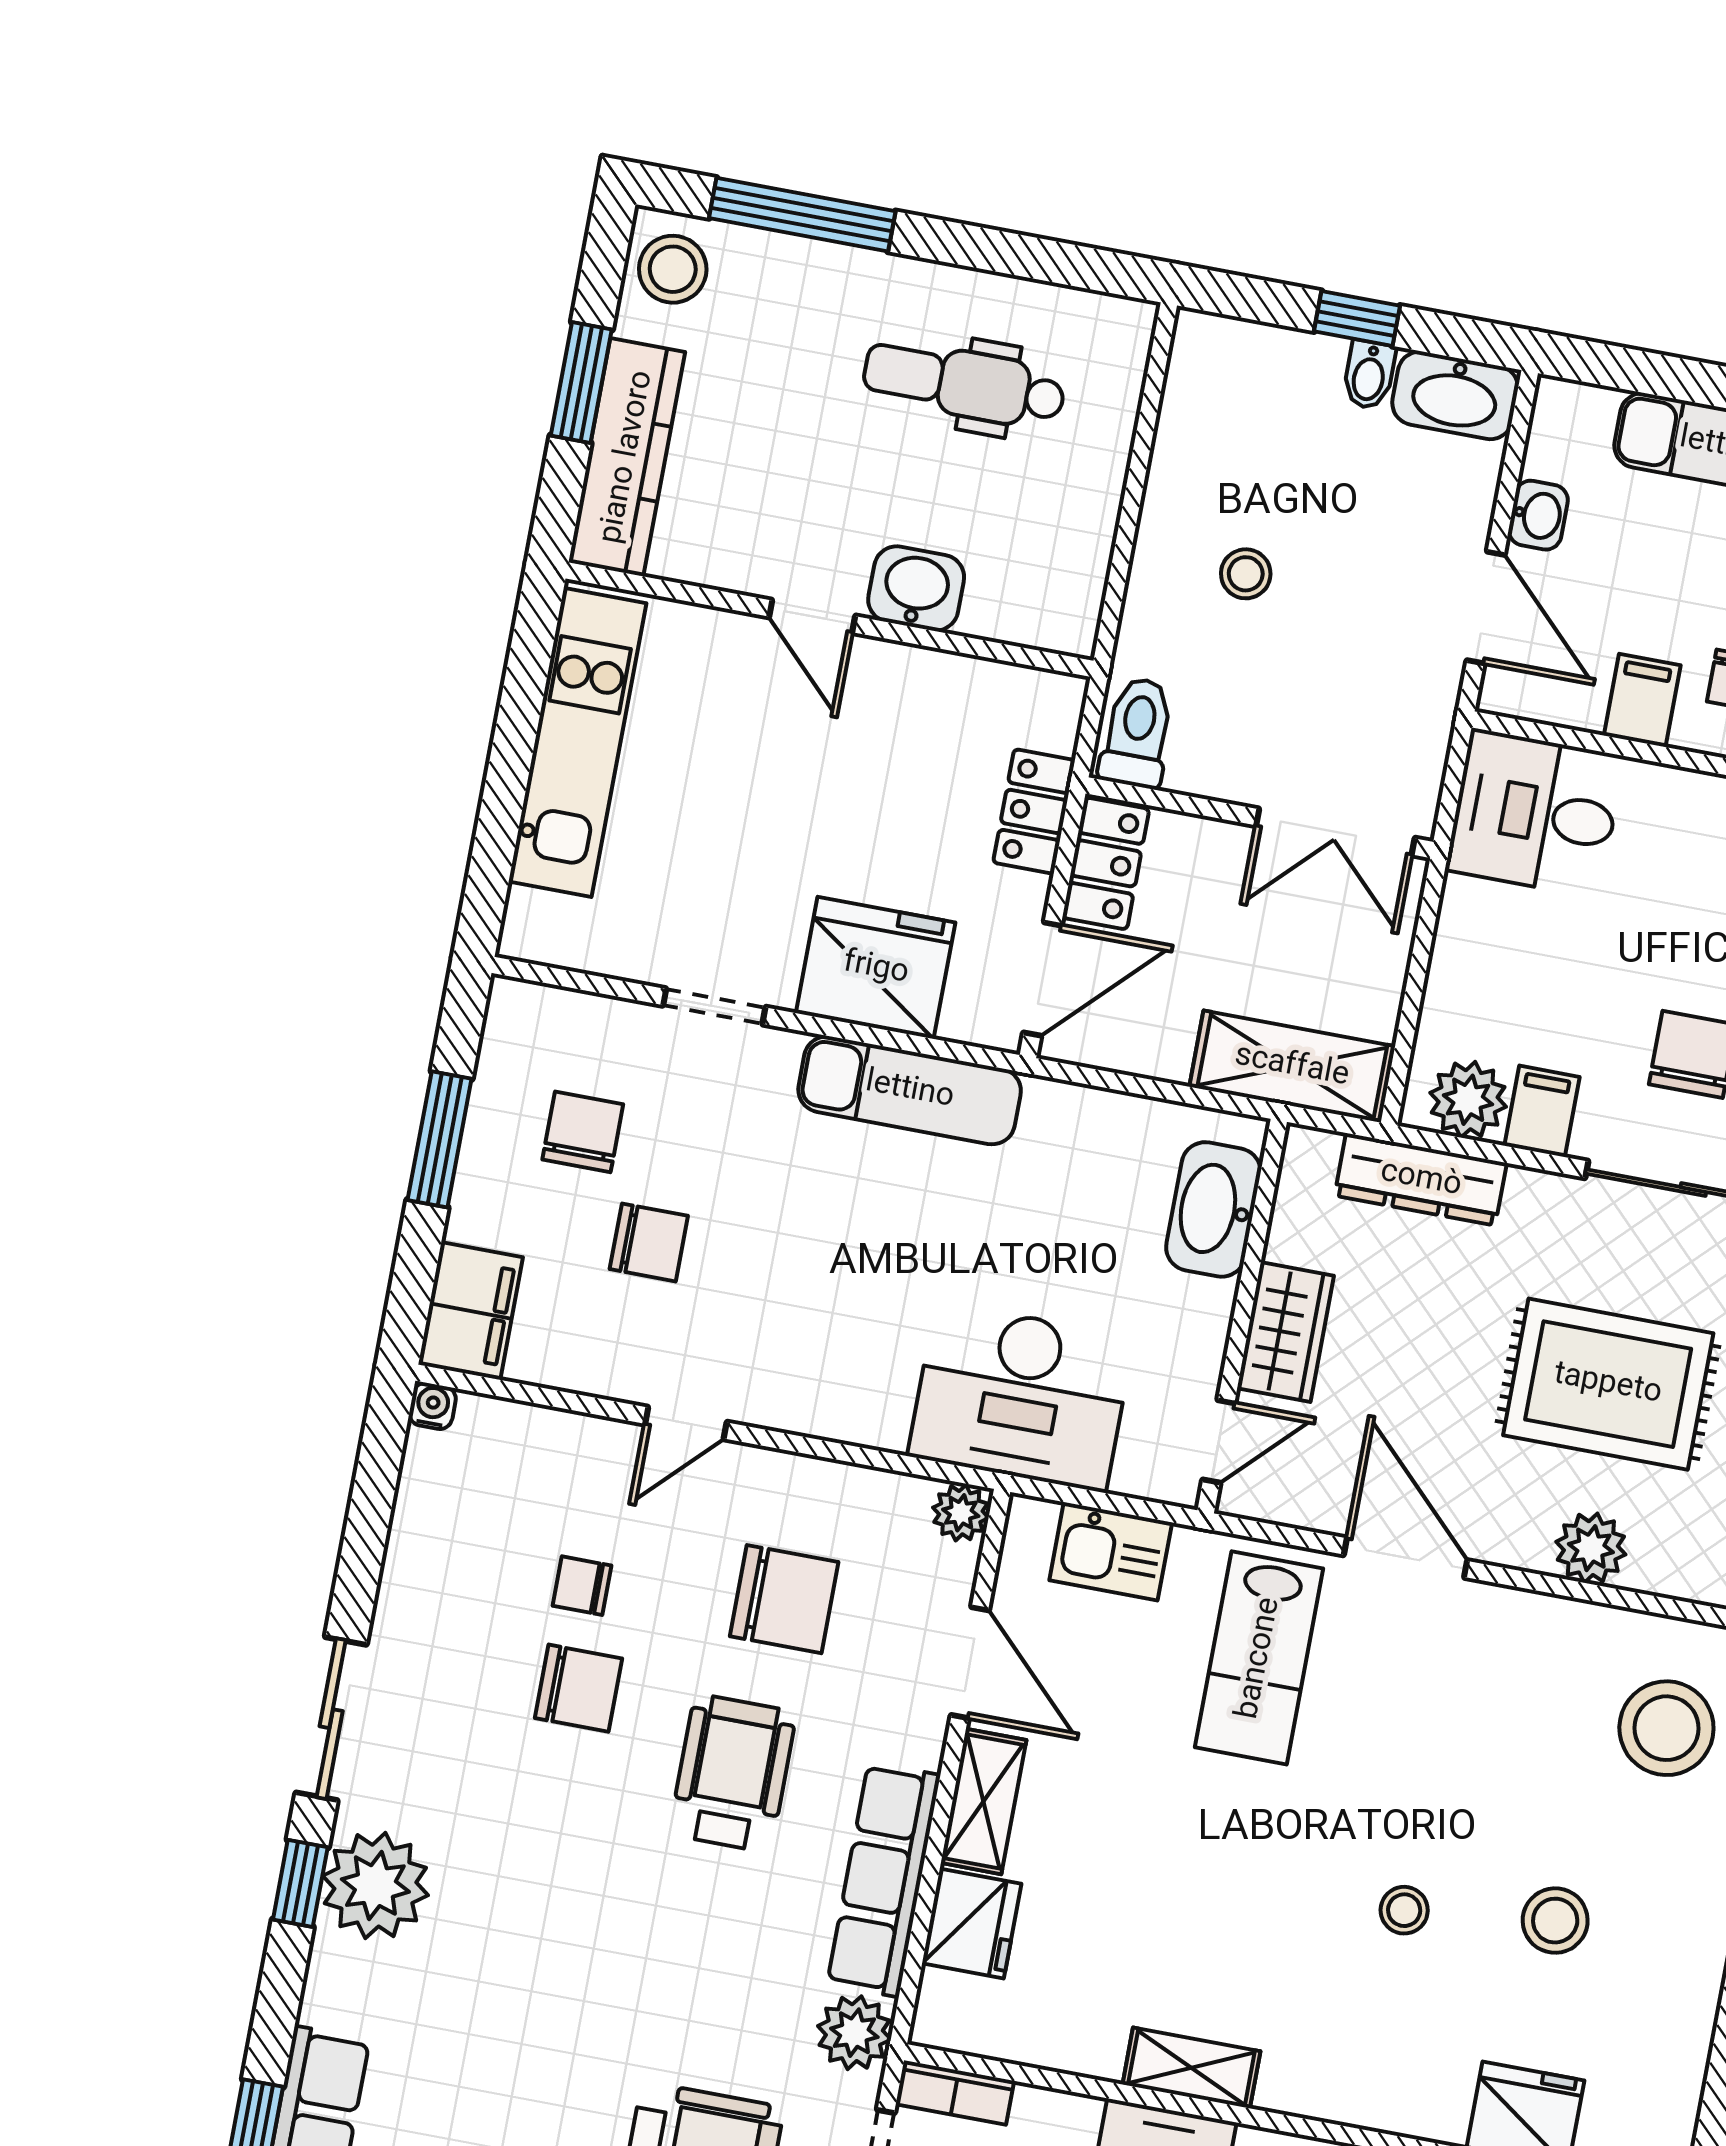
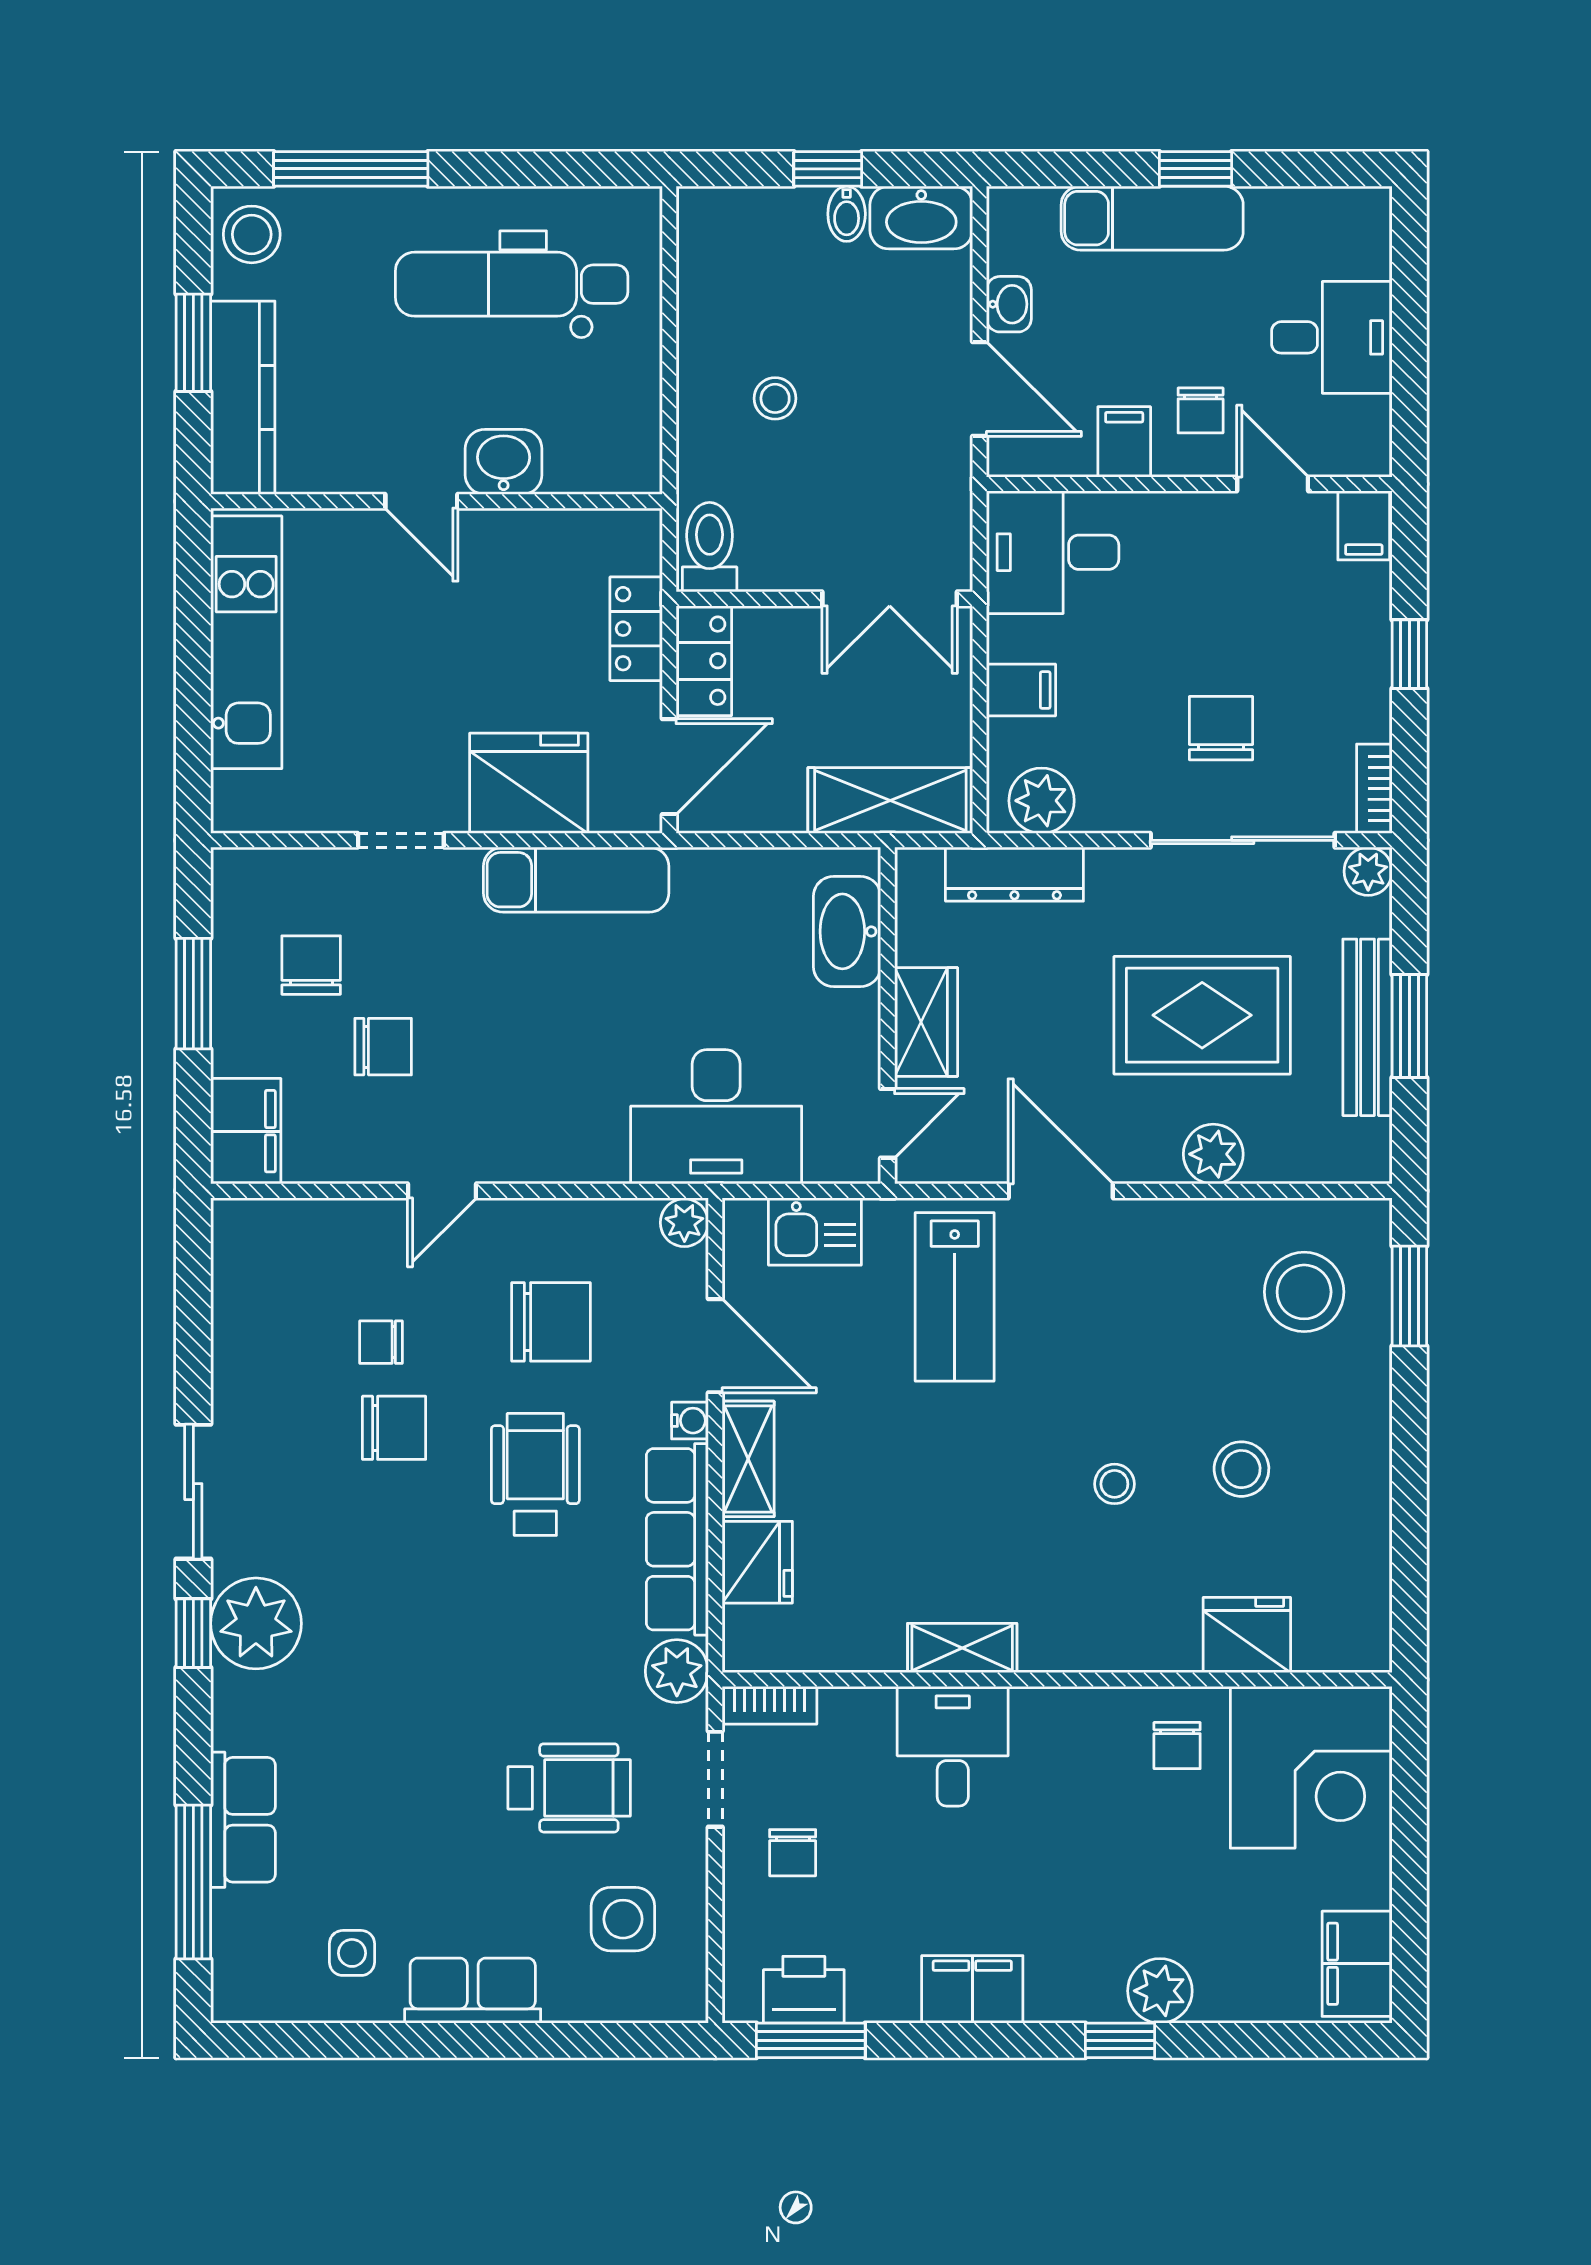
dental chair: (964, 384) -> (512, 284), width x1.36, depth x1.38
filing cabinet: (1542, 1111) -> (1021, 690), moved, turned 90
water cooler: (433, 1406) -> (690, 1421), moved, turned 90

